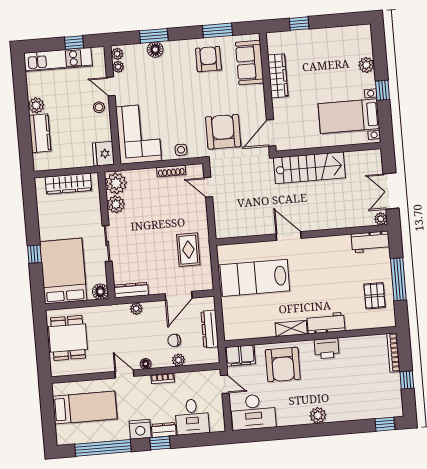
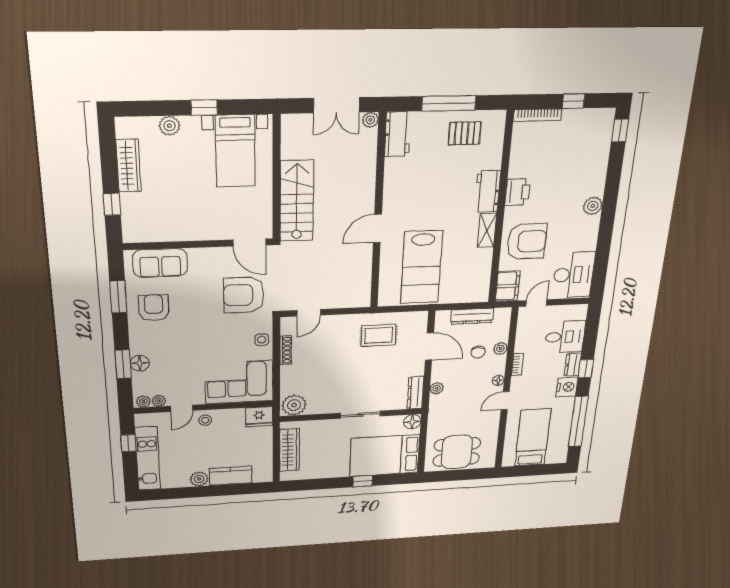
armchair: (208, 59) -> (154, 308), turned 90
wardrobe: (278, 76) -> (129, 166), moved, turned 90
plant: (116, 204) -> (318, 406), removed

